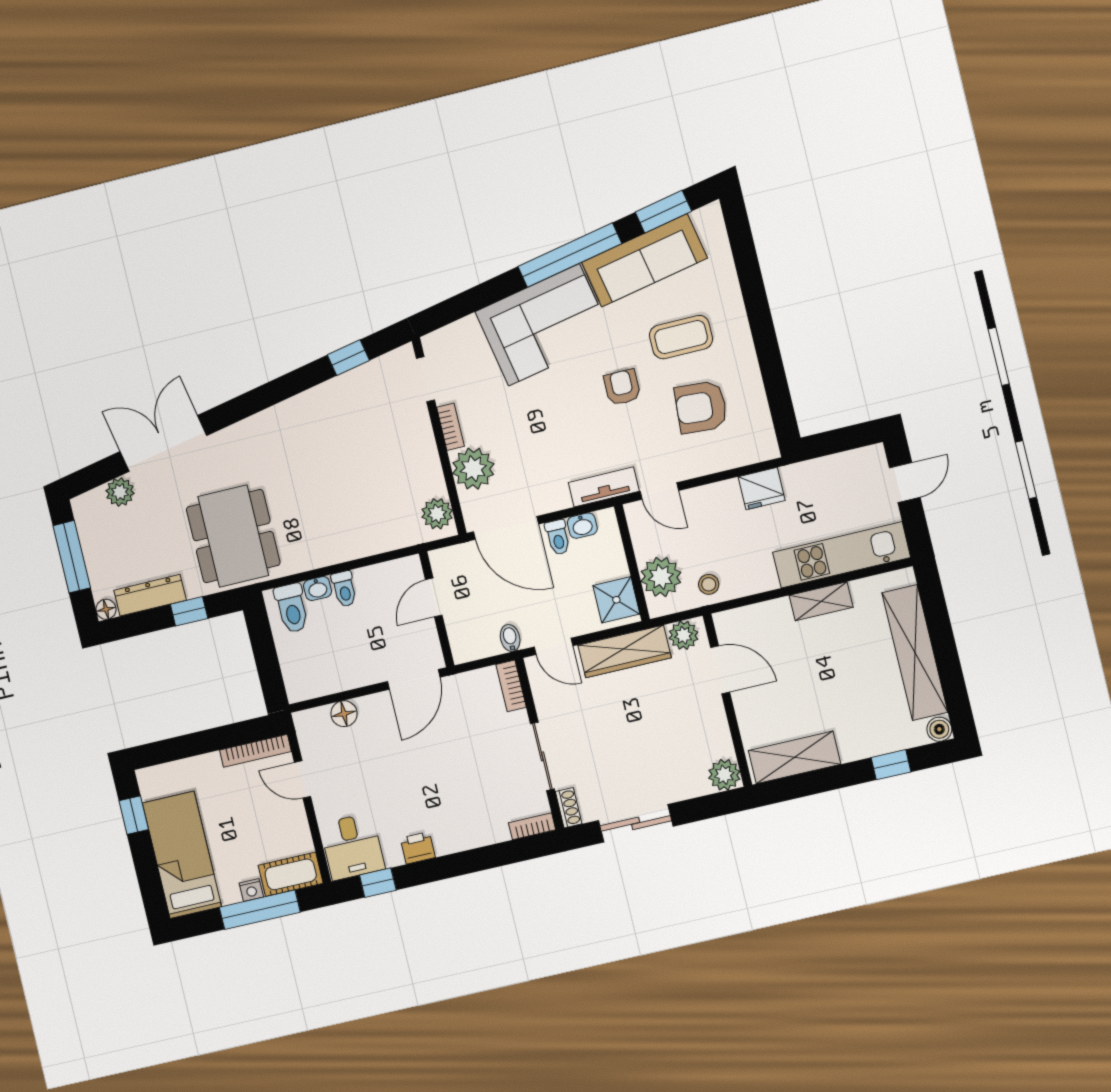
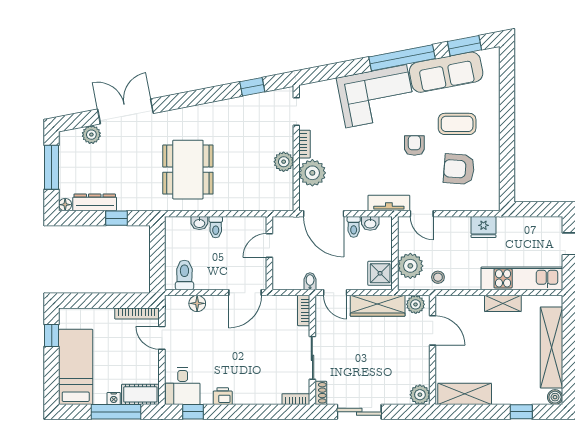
plant: (437, 514) -> (284, 162), moved
dining table: (233, 536) -> (188, 170), moved
toilet: (292, 608) -> (184, 275), moved, turned 180

